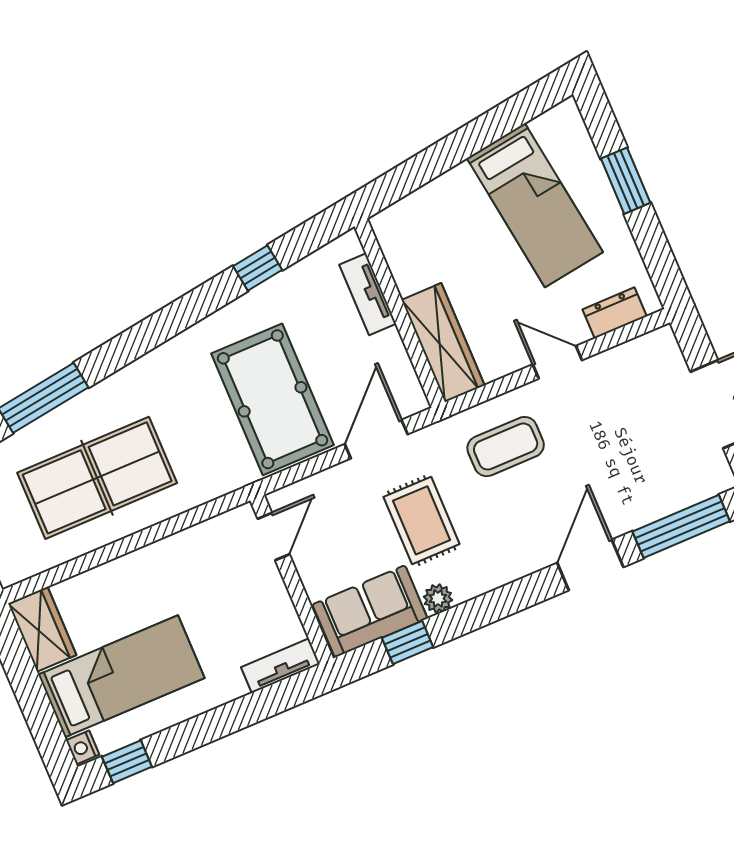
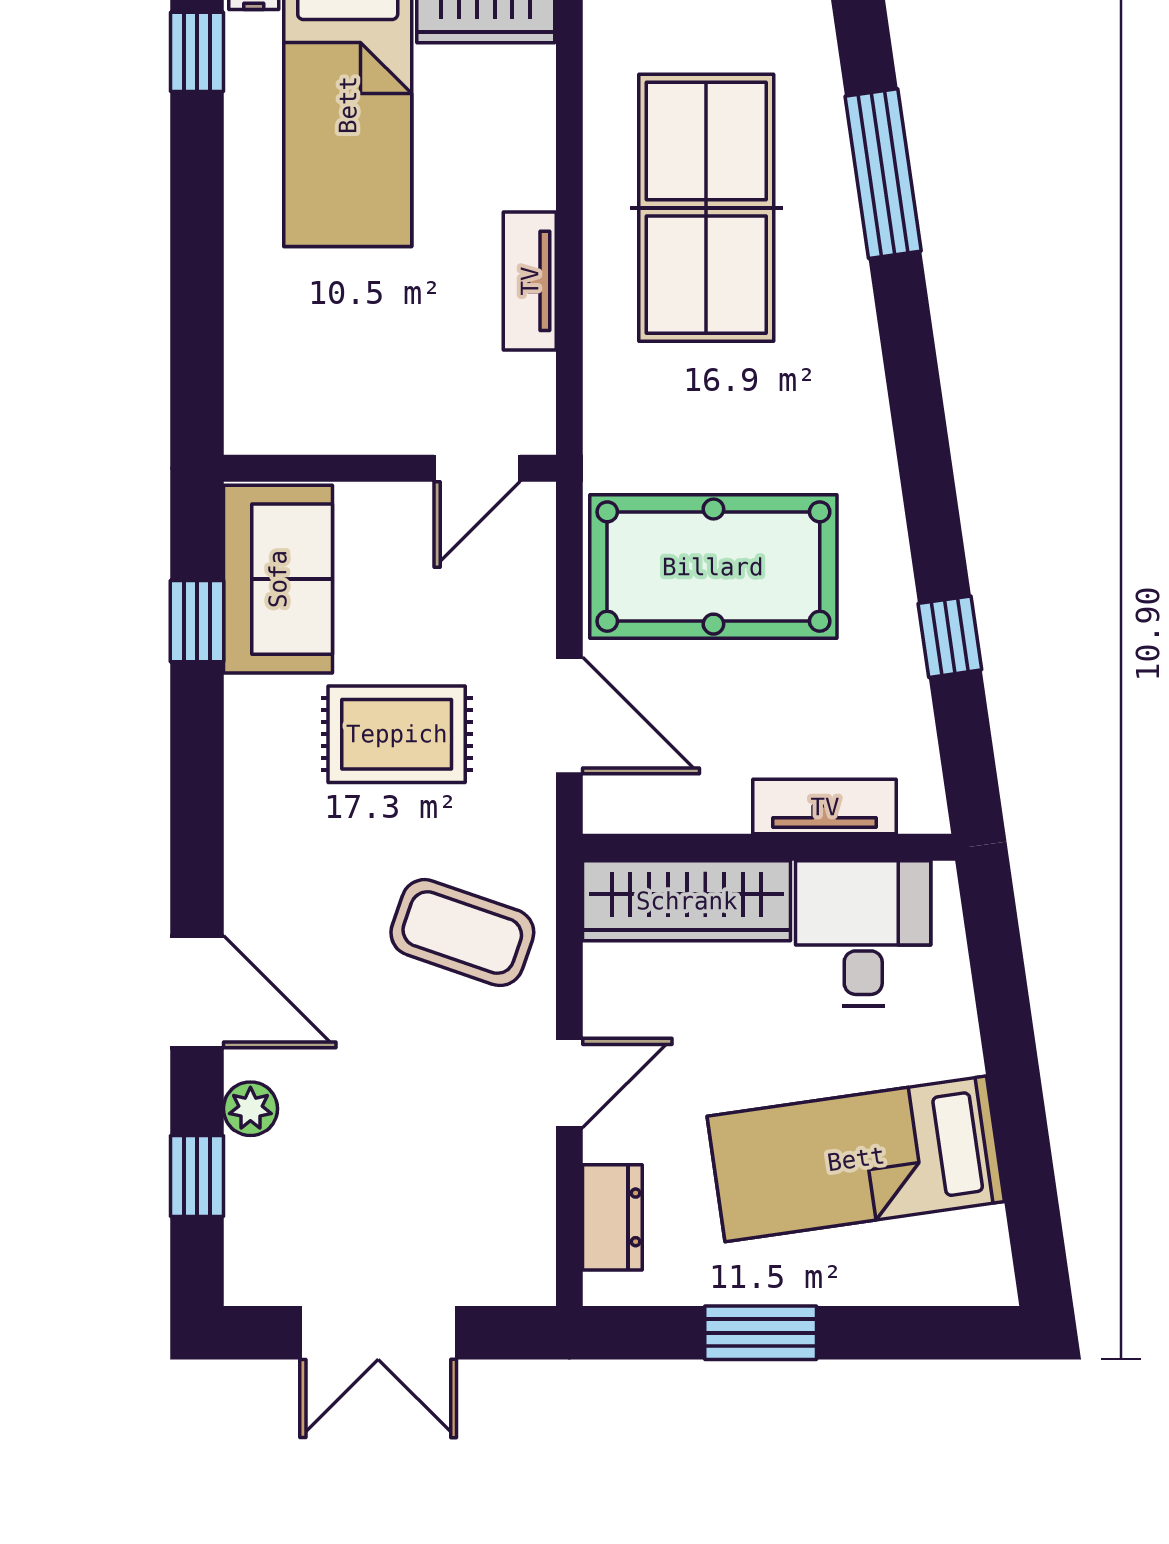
window: (626, 181) -> (761, 1333), moved
desk: (422, 249) -> (863, 933), added
coffee table: (506, 447) -> (462, 933), turned -71
window: (681, 526) -> (197, 1176), width x0.46
door: (274, 536) -> (477, 468), hinge flipped
plant: (438, 598) -> (250, 1109), moved
tv unit: (280, 666) -> (530, 281), moved, turned 180

